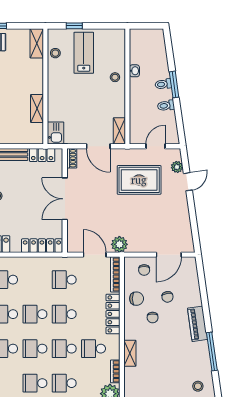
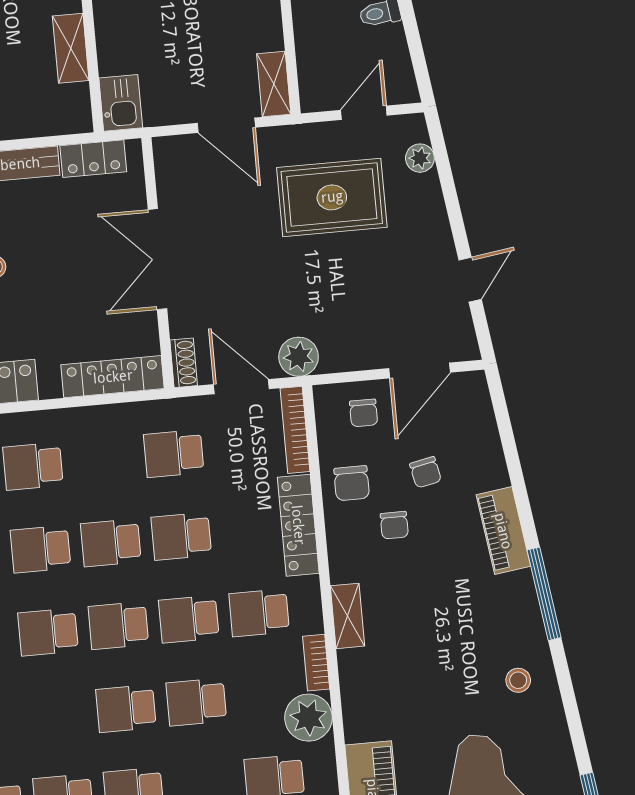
shoe rack: (72, 158) -> (184, 363), moved
door: (188, 182) -> (470, 280), moved
chair: (137, 299) -> (352, 483), turned 90

